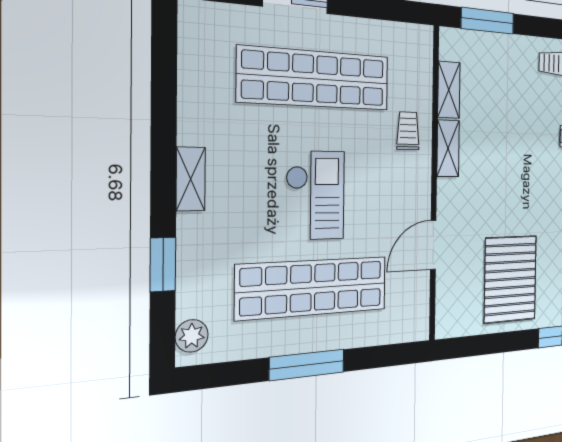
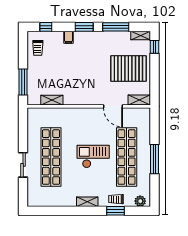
trolley: (408, 131) -> (116, 199), moved
shelving: (448, 148) -> (139, 100), moved

